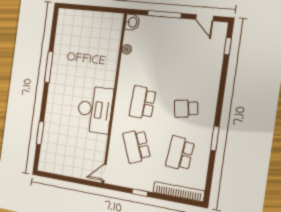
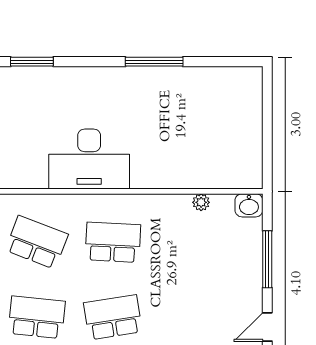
school desk: (186, 109) -> (113, 317), width x1.85
school desk: (137, 146) -> (37, 242), turned 42

